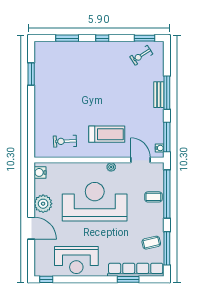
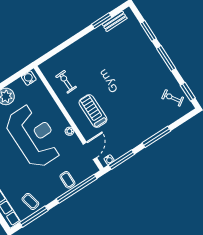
window: (102, 38) -> (166, 58), width x2.17
bench: (159, 95) -> (115, 21), moved
treadmill: (107, 134) -> (93, 111), turned 180

